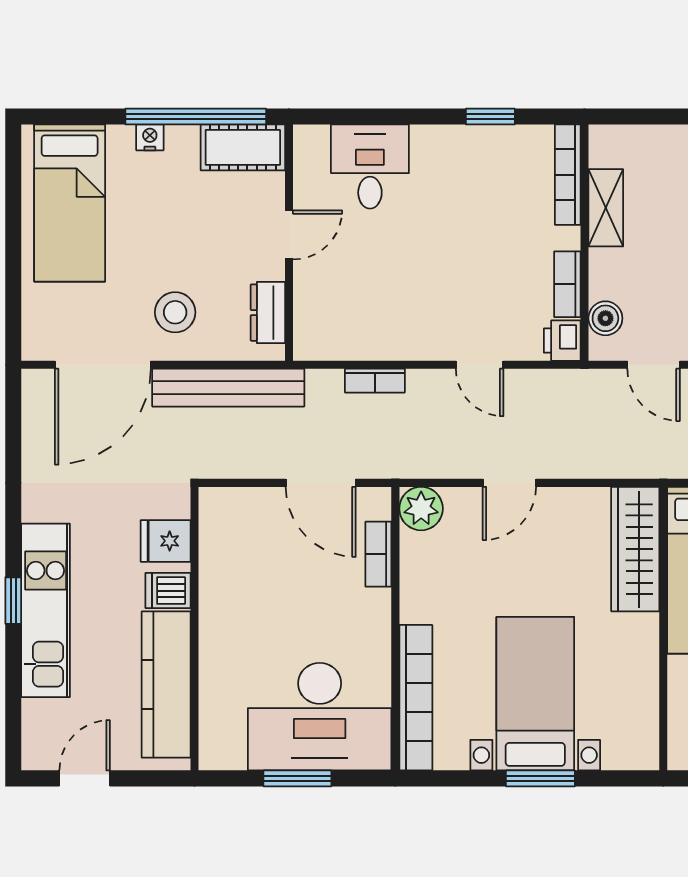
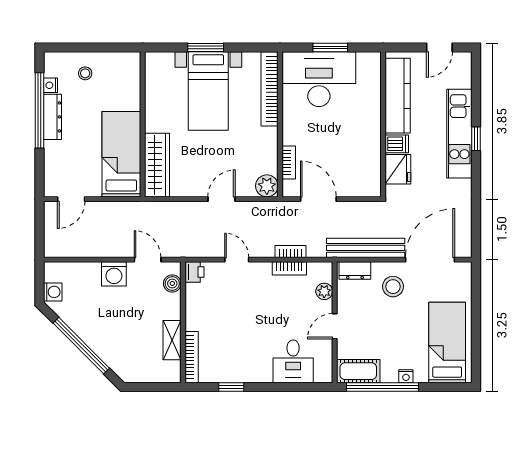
bookcase: (567, 284) -> (289, 268), moved, turned 90
plant: (309, 303) -> (324, 291), added
dresser: (268, 313) -> (355, 271), moved, turned 90
fridge: (166, 541) -> (398, 169), width x1.38

